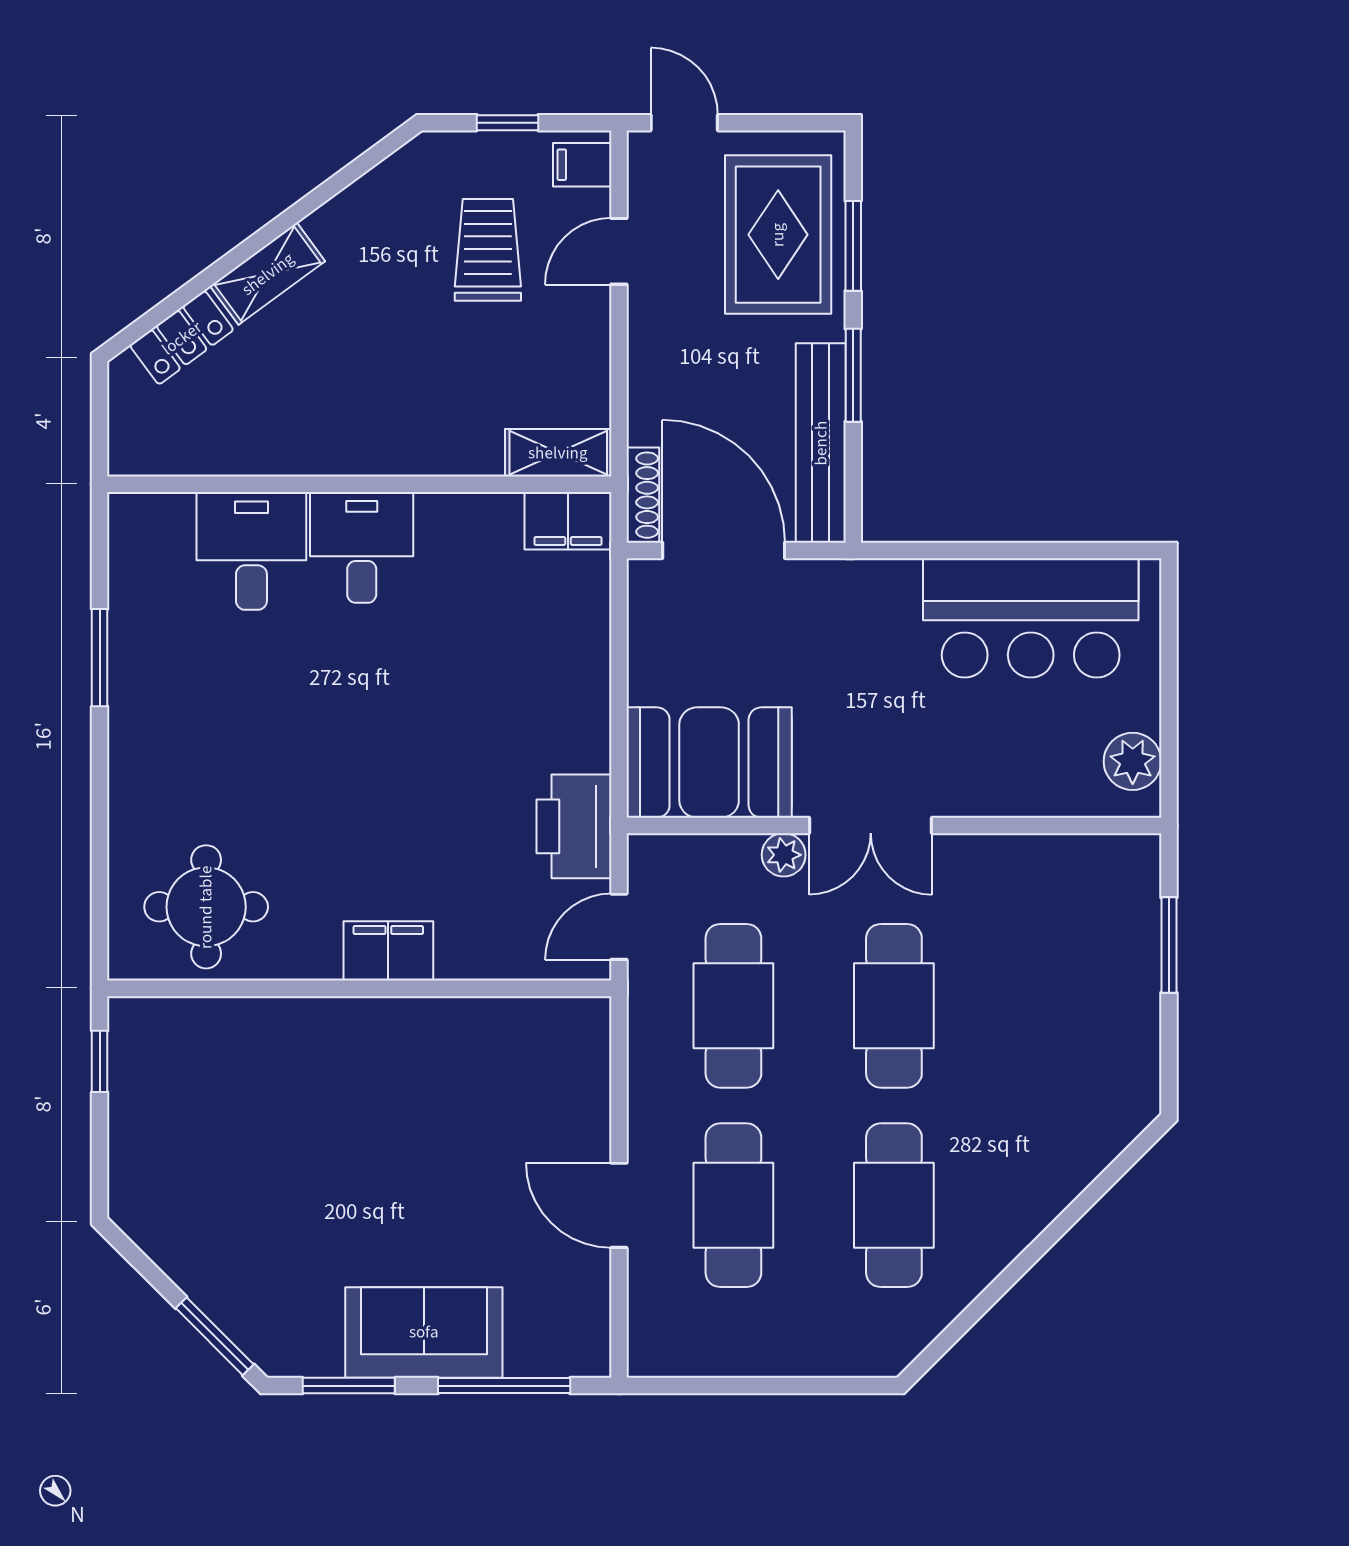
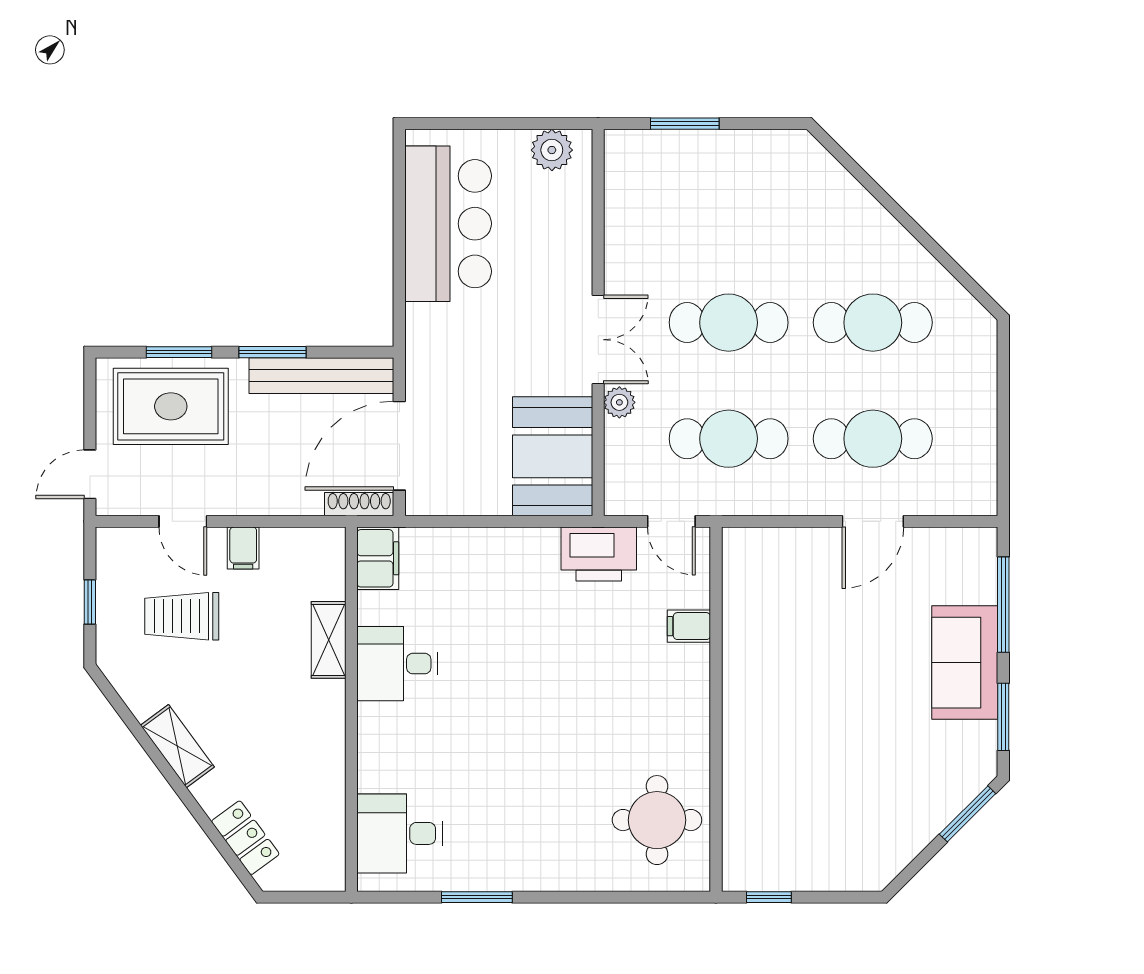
filing cabinet: (582, 165) -> (243, 548), moved
shelving: (268, 274) -> (177, 746), moved
shelving: (558, 453) -> (329, 640), moved
desk: (362, 547) -> (397, 664), moved
desk: (251, 551) -> (400, 833), moved
filing cabinet: (388, 951) -> (689, 626), moved, width x0.50

